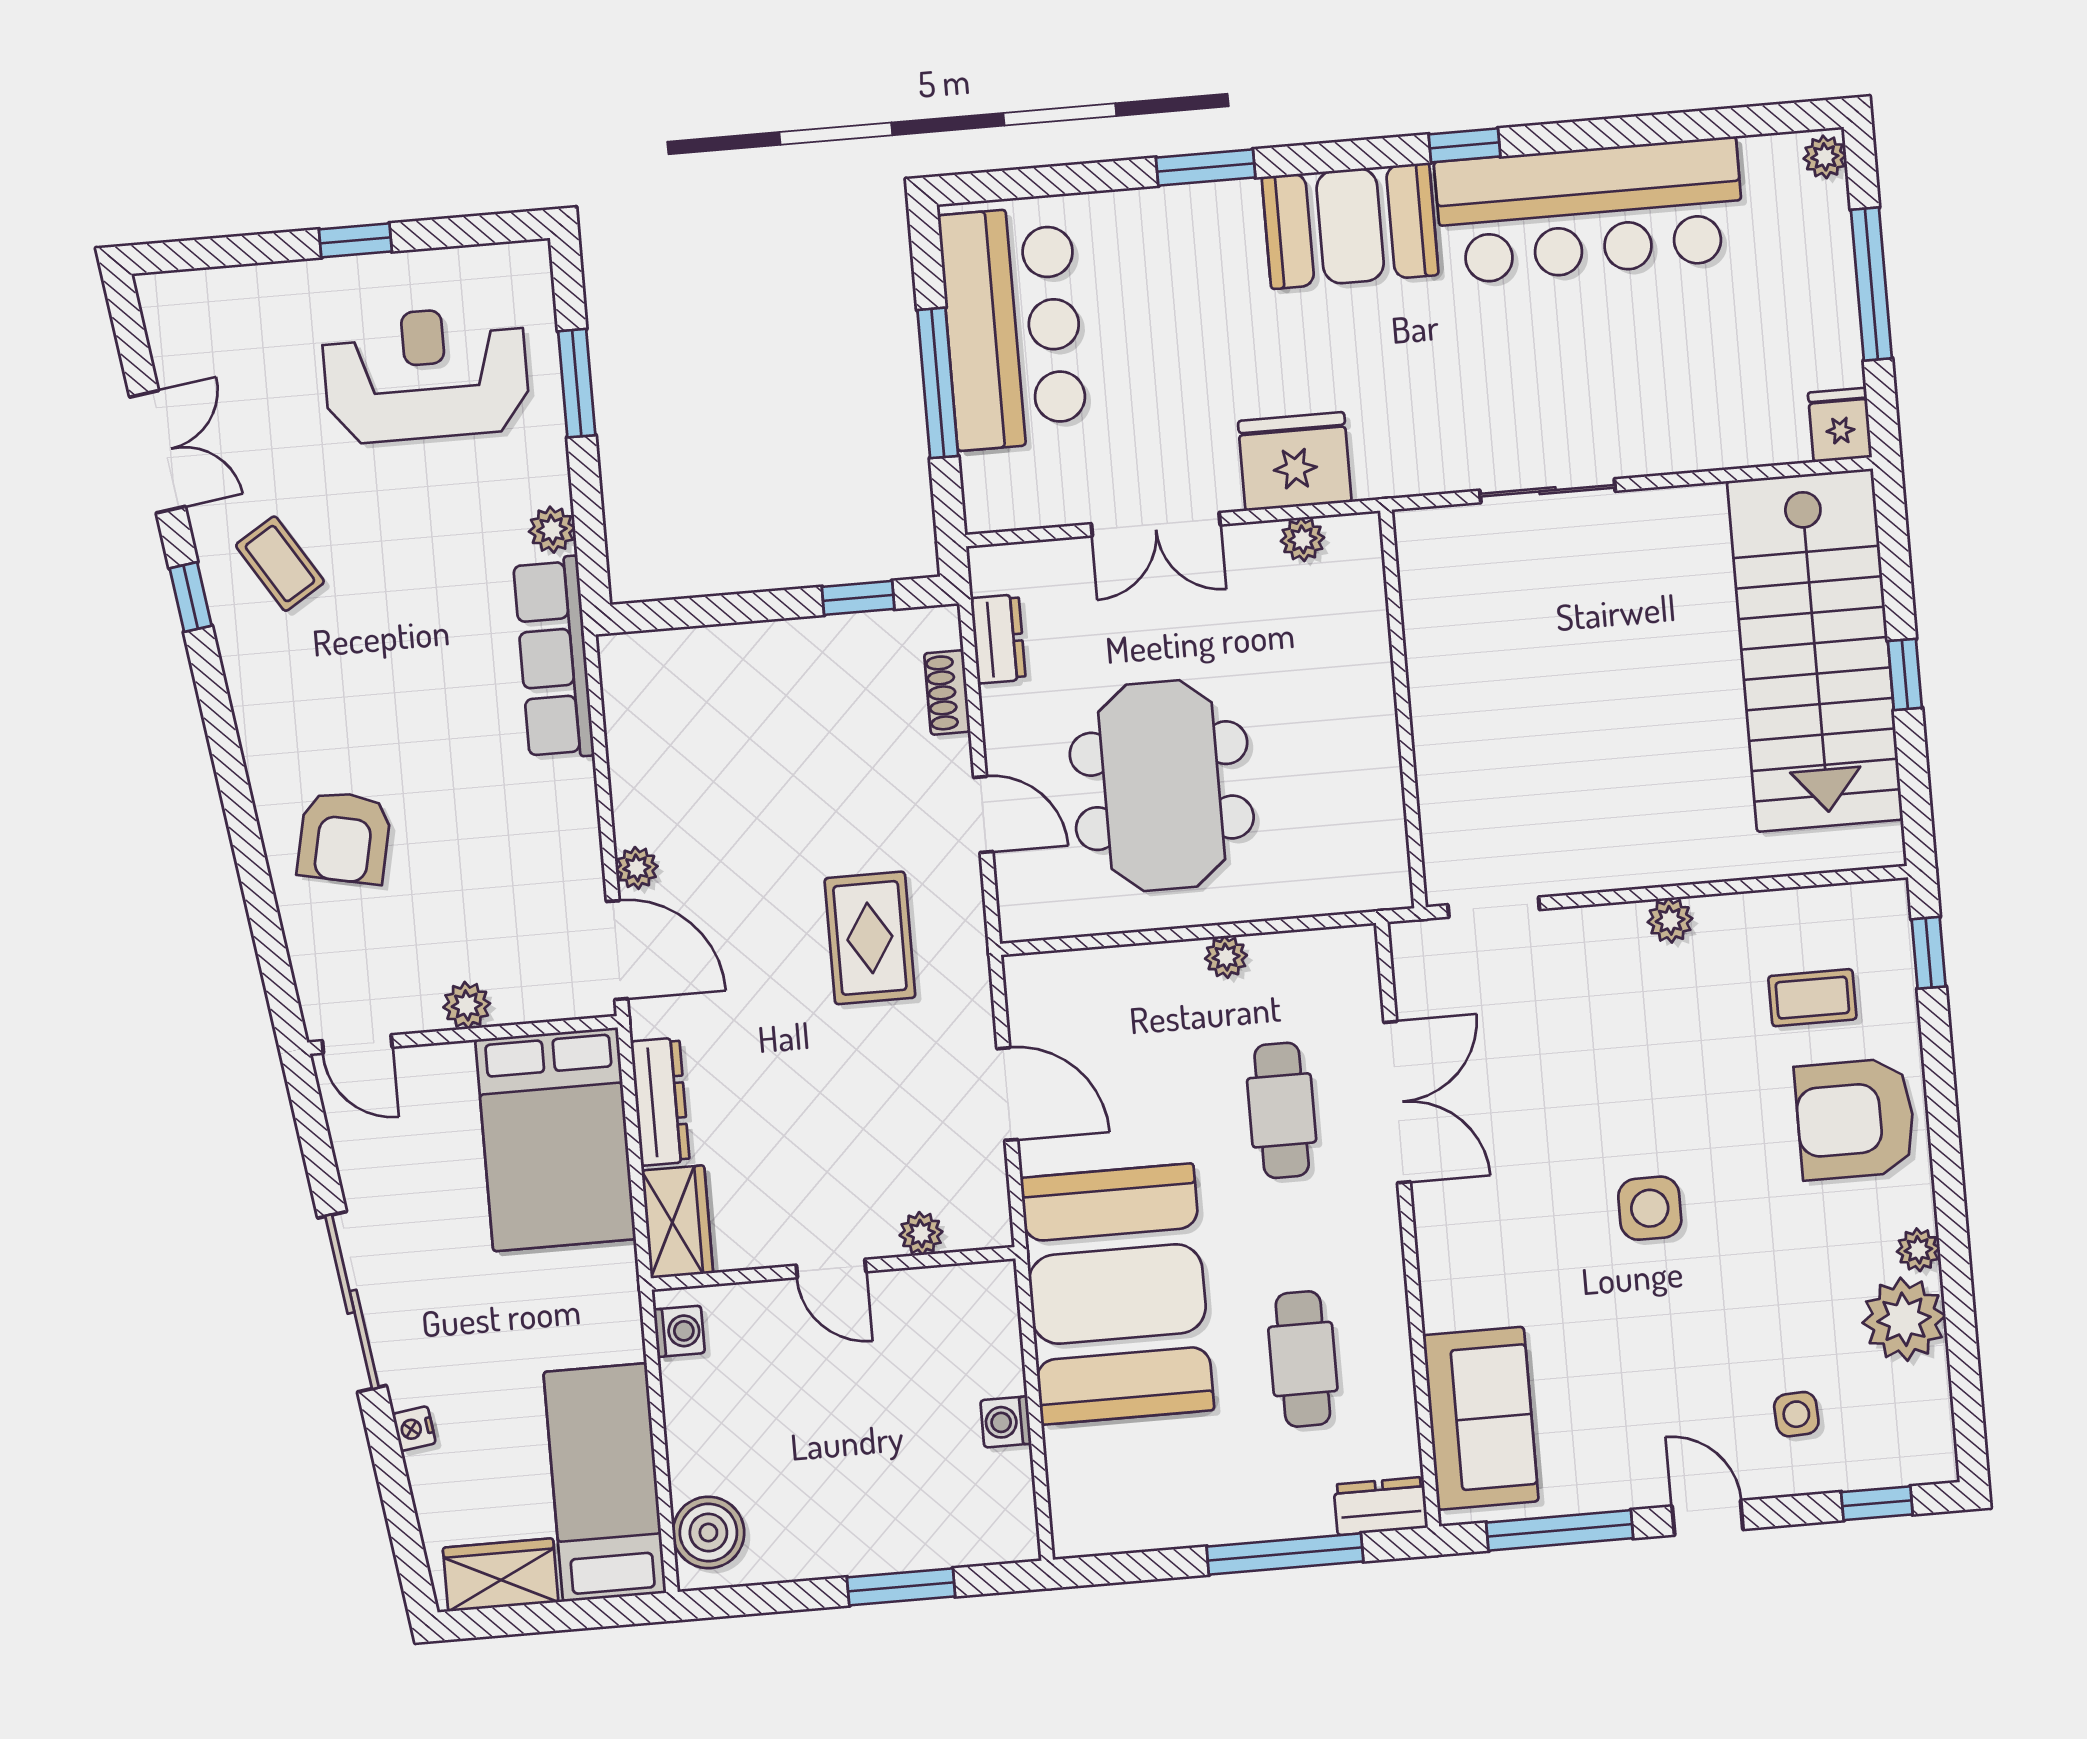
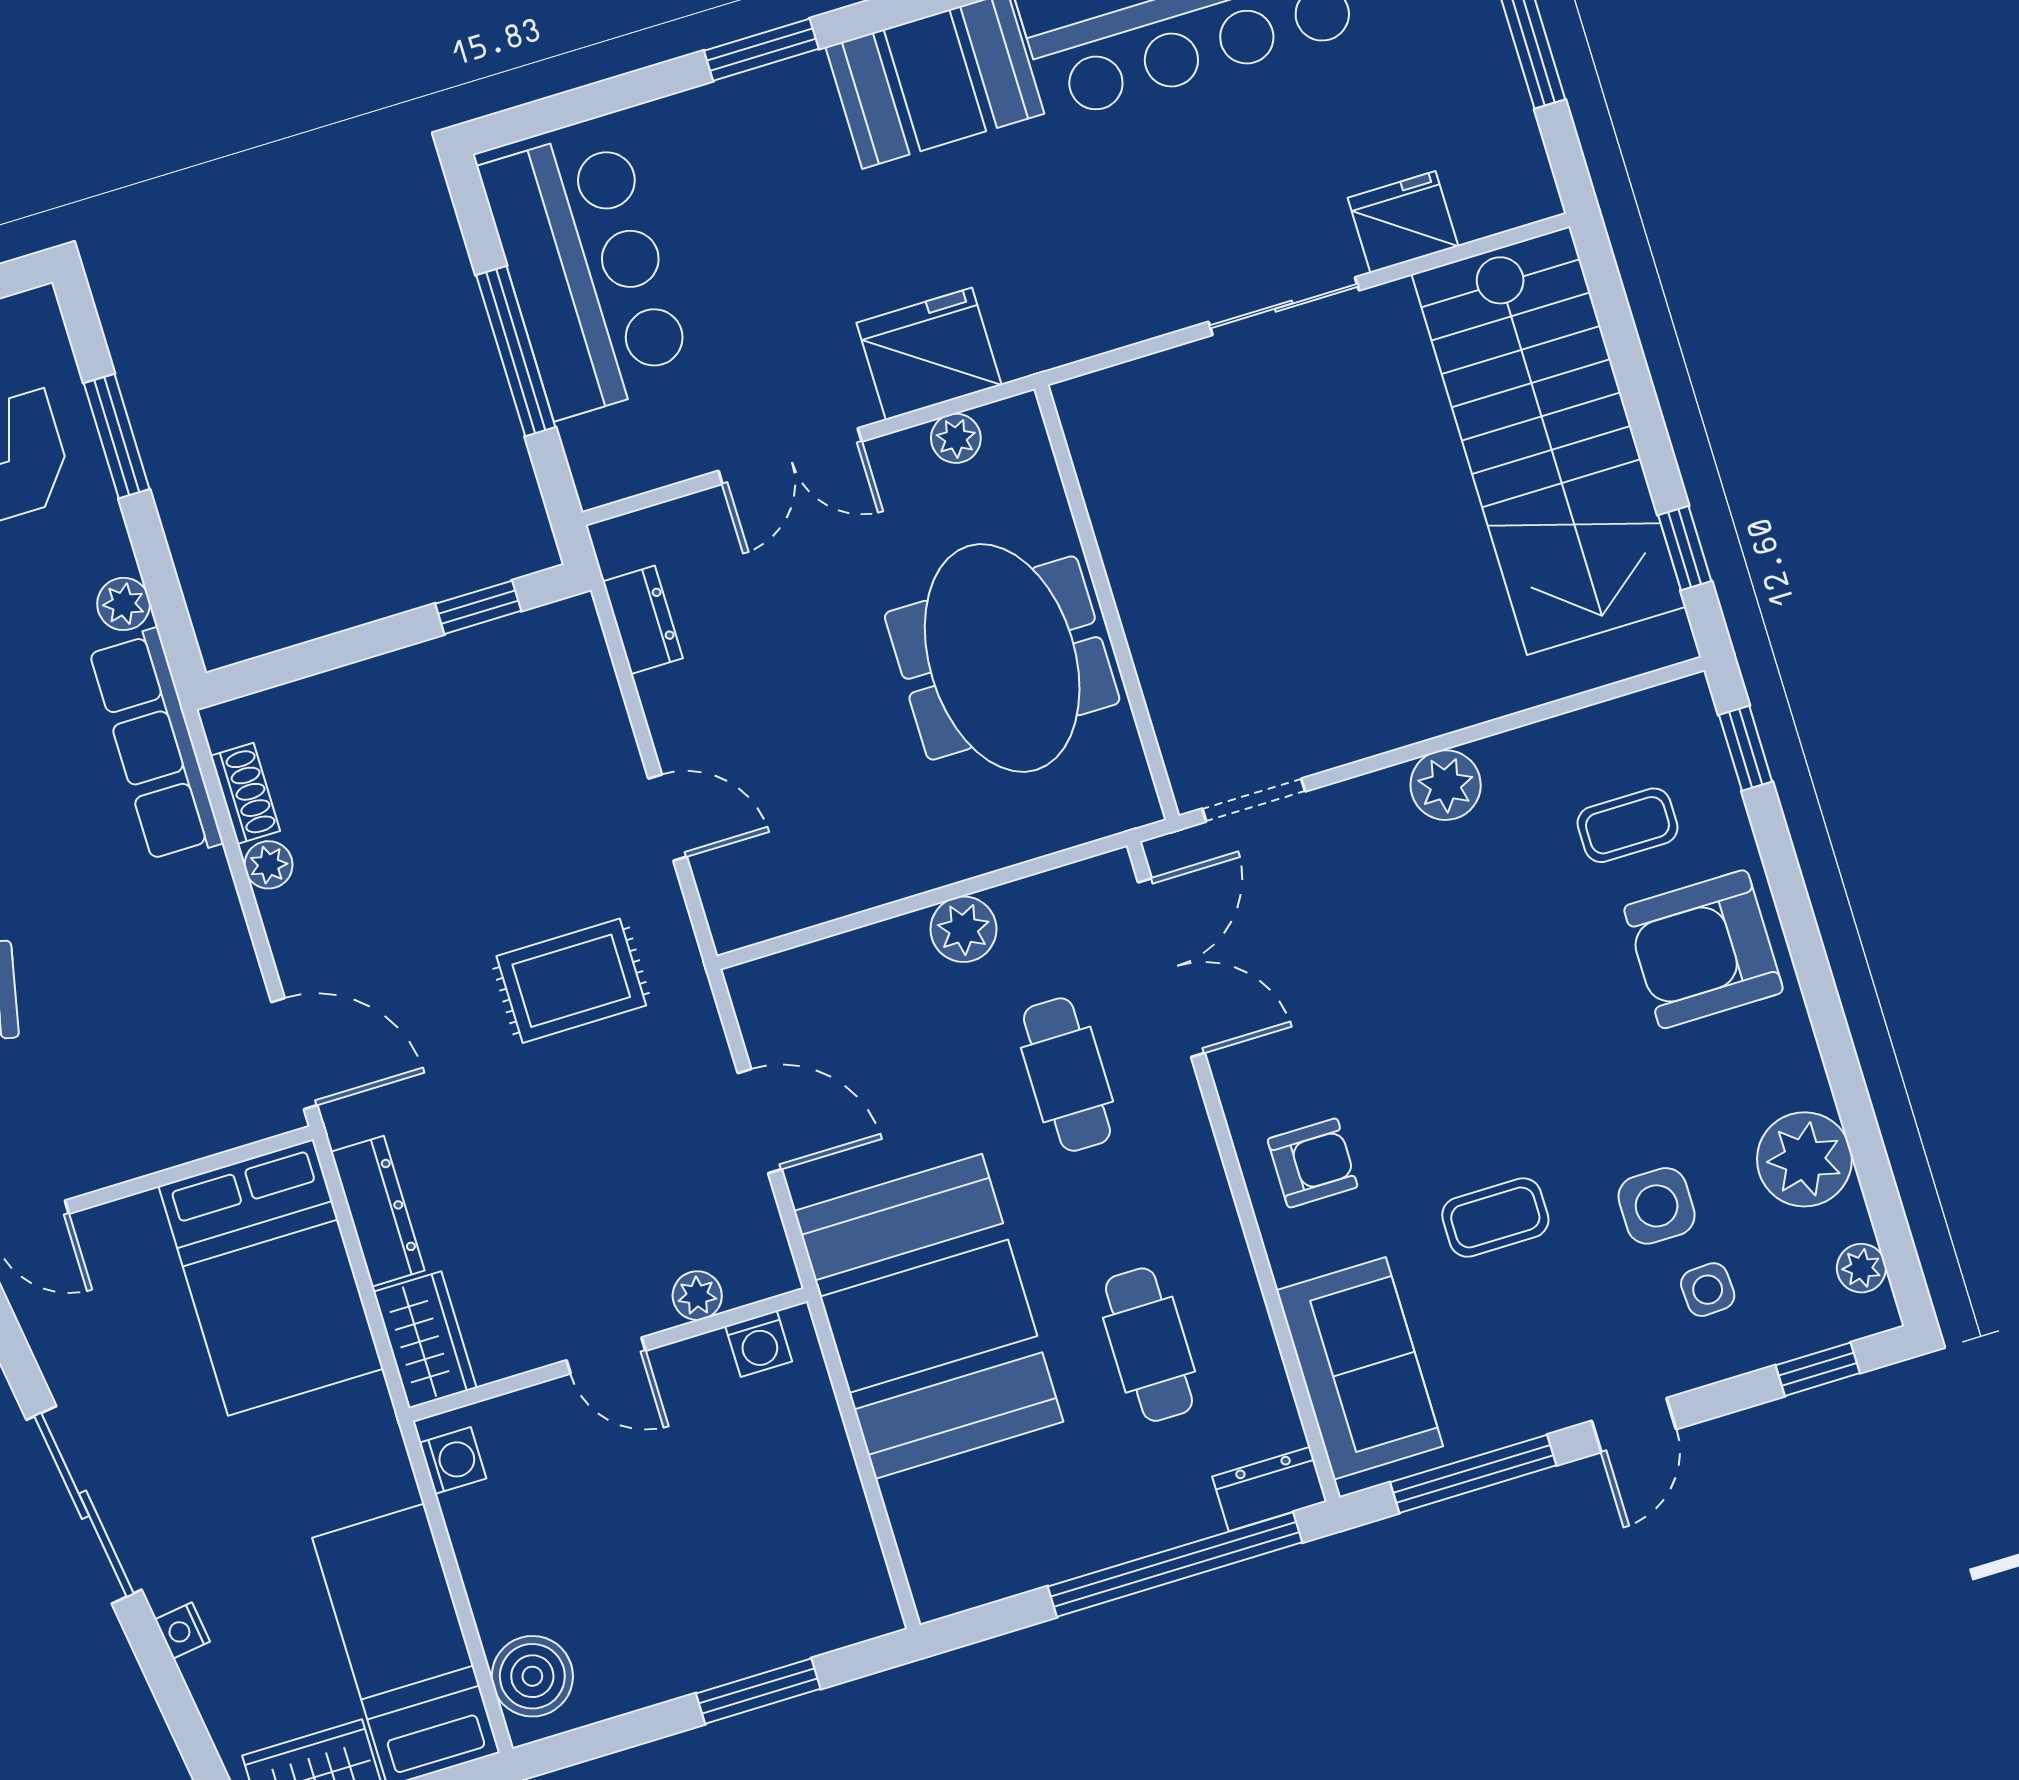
fridge: (1840, 425) -> (1403, 222), moved, width x1.38
sliding door: (1548, 491) -> (1284, 306), moved
window: (1905, 674) -> (1685, 548), moved
shoe rack: (947, 692) -> (245, 793), moved, turned 180
meeting table: (1162, 786) -> (1002, 658), moved
plant: (637, 868) -> (268, 865), moved
plant: (1670, 920) -> (1446, 785), width x1.38, depth x1.38
rug: (870, 938) -> (571, 981), turned 90
plant: (1226, 957) -> (964, 929), width x1.38, depth x1.38
plant: (467, 1005) -> (141, 1150), removed
double door: (1397, 1102) -> (1171, 968), moved
side table: (1650, 1208) -> (1657, 1206), moved
armchair: (1478, 1232) -> (1313, 1163), added
plant: (1918, 1250) -> (1861, 1268), moved
coffee table: (1626, 1313) -> (1495, 1217), added
washing machine: (1006, 1422) -> (759, 1344), moved, turned -90
door: (1708, 1518) -> (1634, 1425), swing flipped
window: (1285, 1554) -> (1175, 1564), width x1.46

